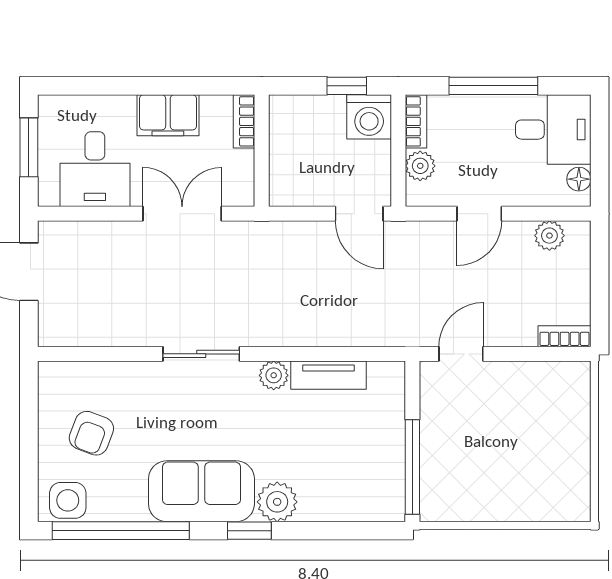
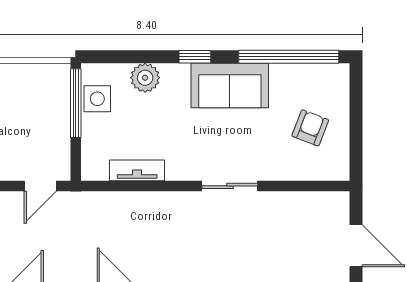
plant: (274, 375) -> (177, 170), removed
side table: (68, 500) -> (97, 99), moved
plant: (277, 502) -> (145, 78), moved

